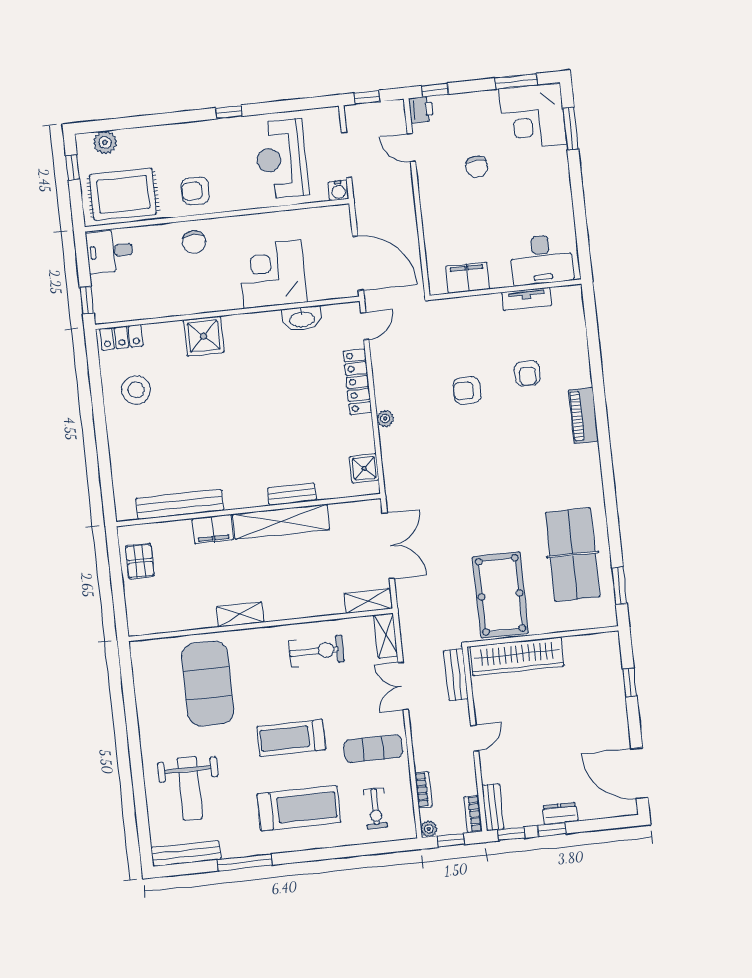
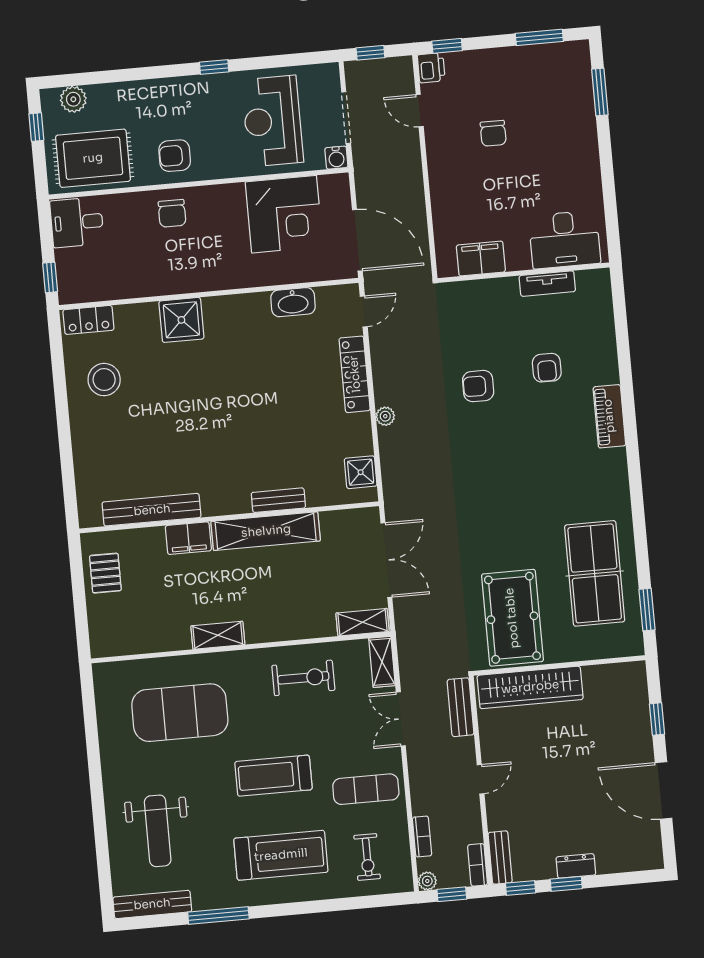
corner desk: (533, 117) -> (557, 78), removed
corner desk: (272, 274) -> (284, 214), moved, turned 180
exercise mat: (208, 683) -> (180, 713), turned 90
door: (639, 773) -> (663, 790), moved

